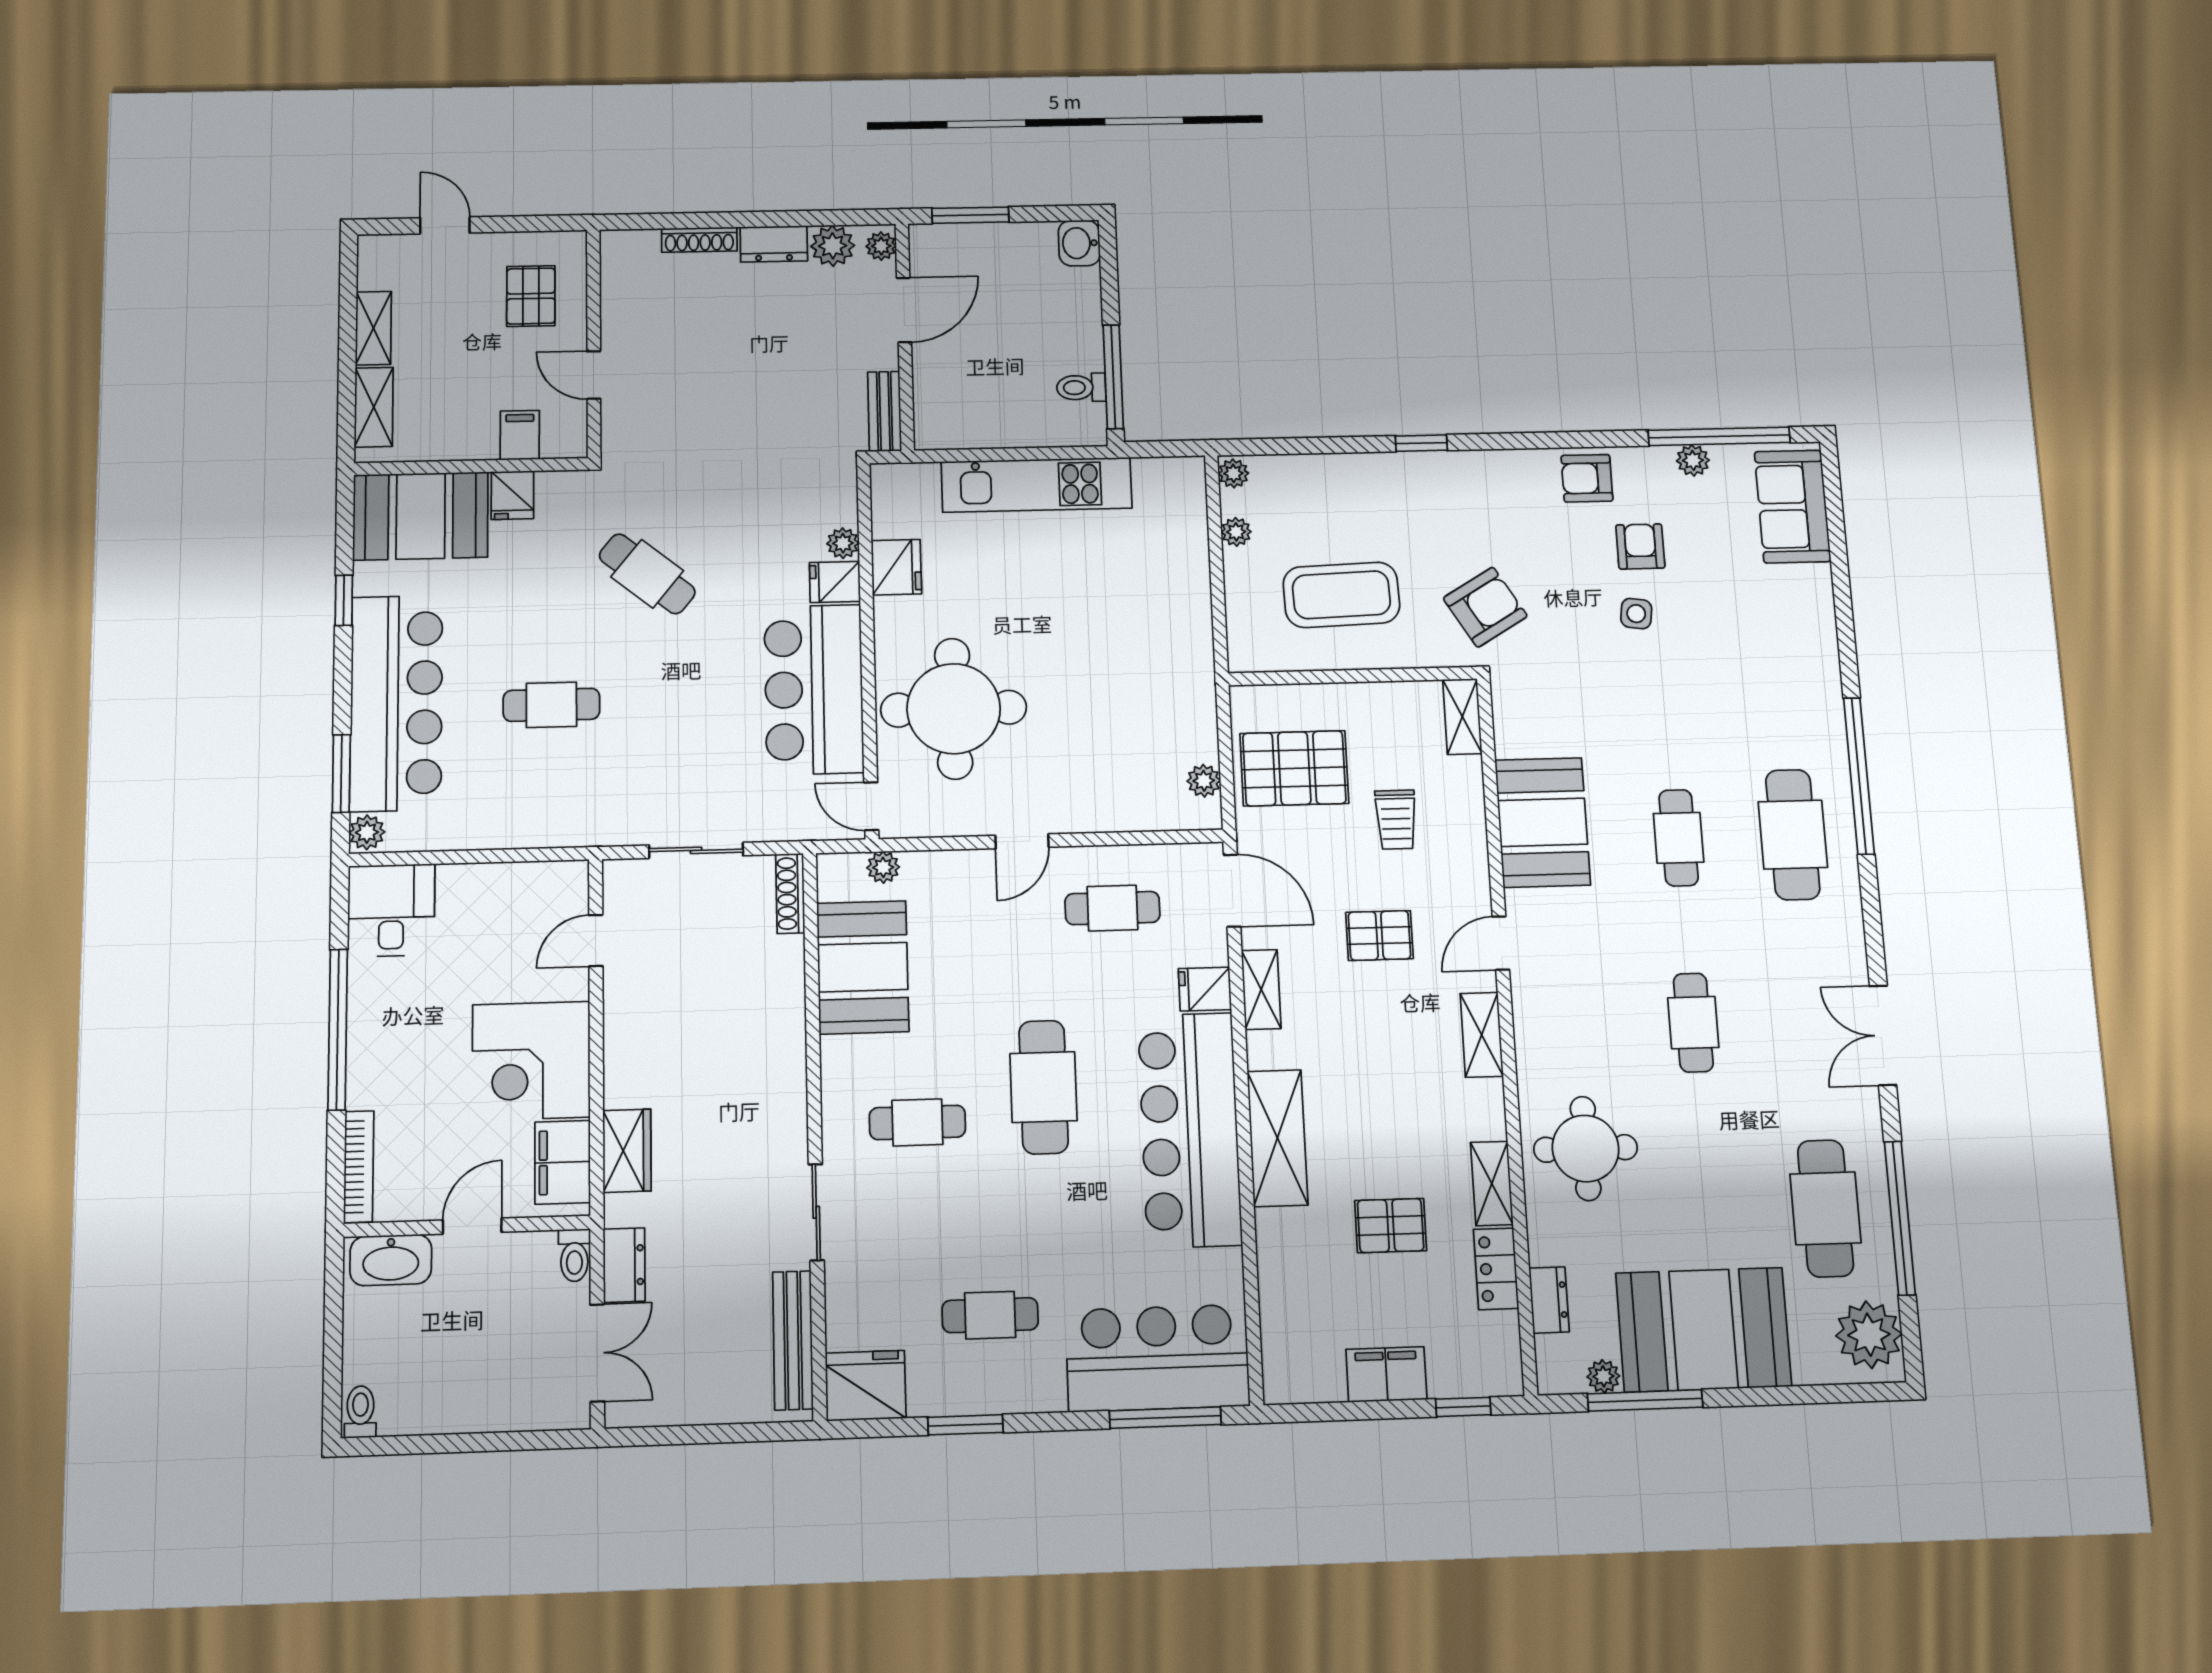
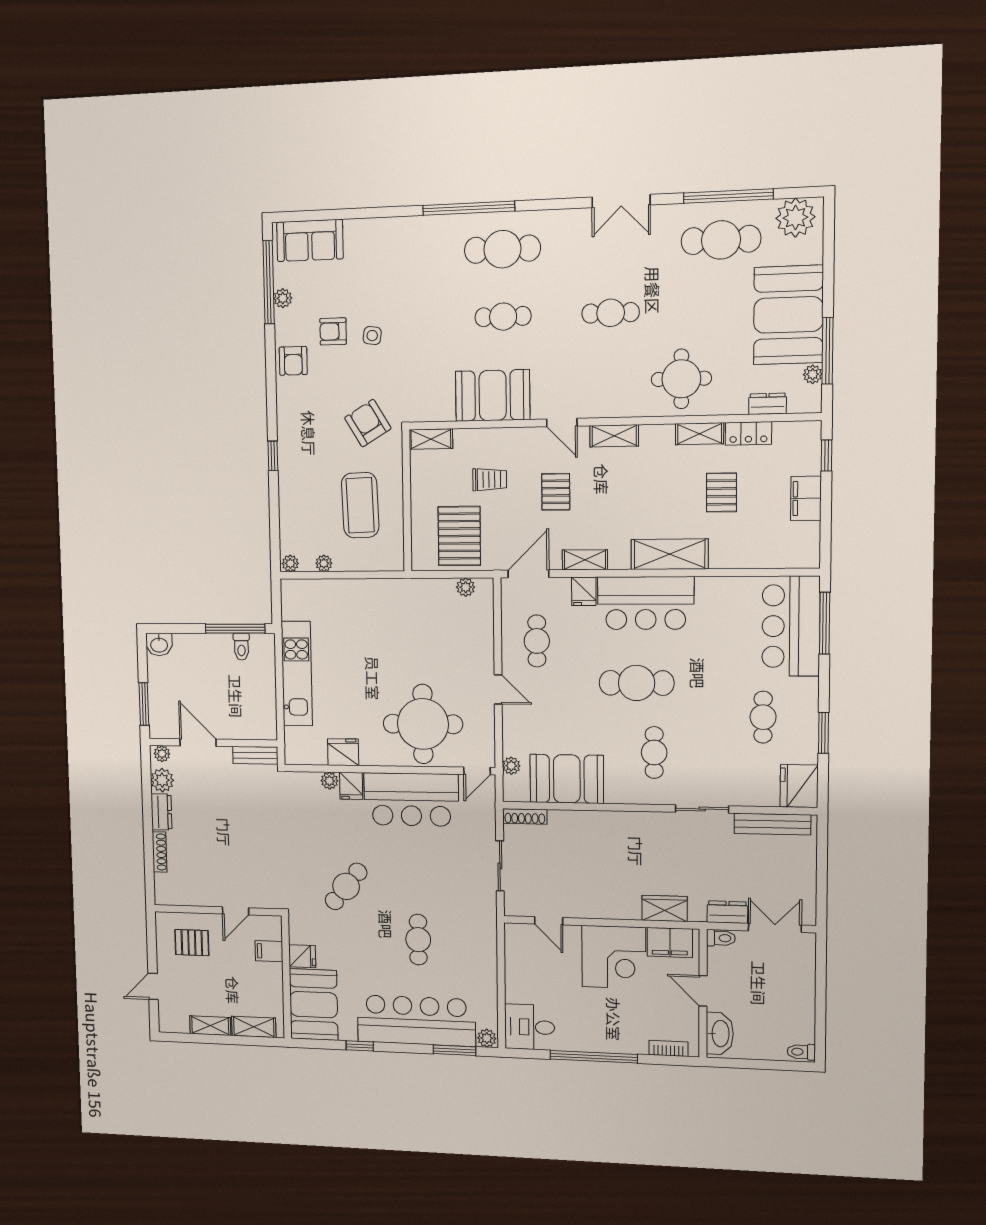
bar counter: (1190, 1130) -> (646, 603), width x0.73
bookcase: (359, 1167) -> (669, 1048), width x0.64

